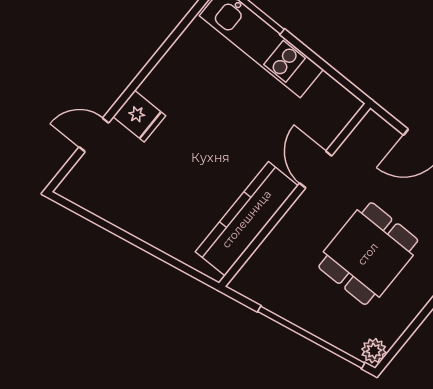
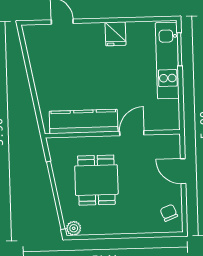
fridge: (139, 116) -> (115, 34), moved
dining table: (368, 254) -> (96, 180), moved, turned 90

